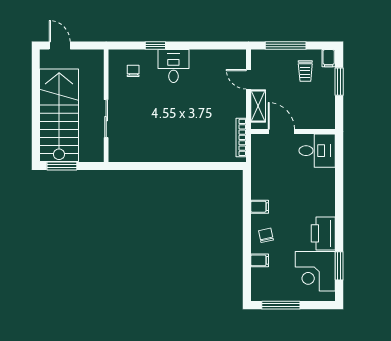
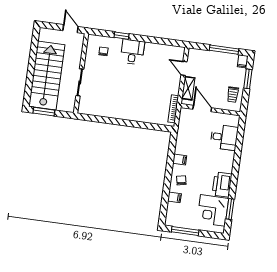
door: (60, 46) -> (70, 29), moved
window: (286, 46) -> (224, 50), moved
trolley: (305, 71) -> (233, 95), moved
desk: (317, 151) -> (224, 137), moved

